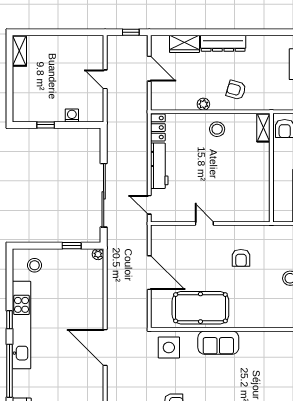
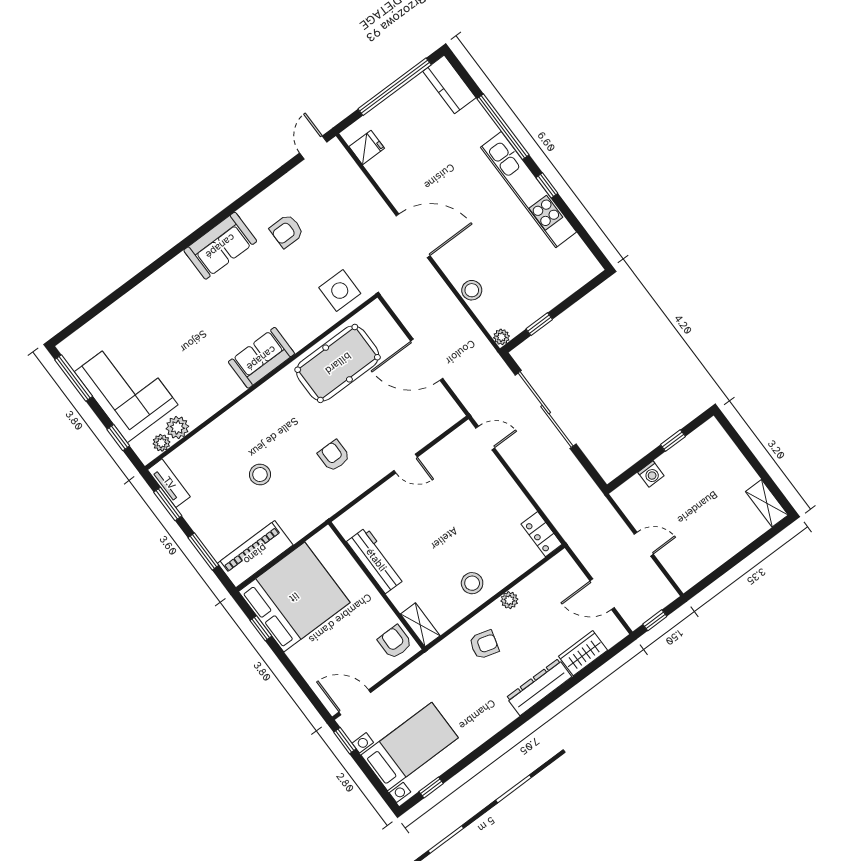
workbench: (159, 166) -> (376, 560), moved, turned 180
stool: (35, 265) -> (472, 290), moved
sofa: (218, 343) -> (261, 358), moved

